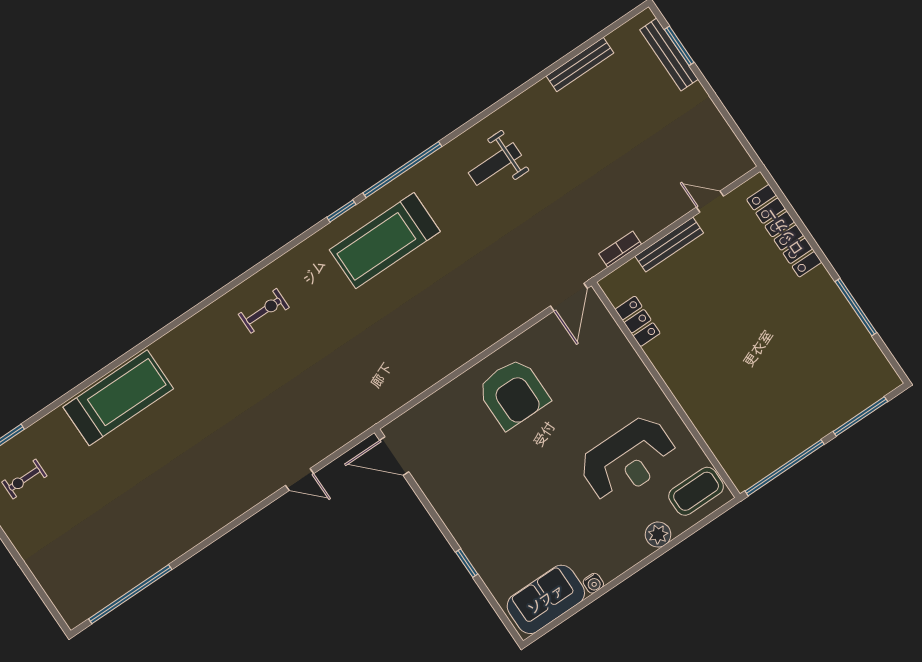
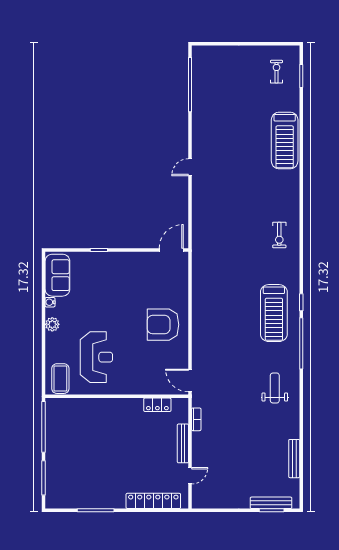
treadmill: (385, 241) -> (274, 313), turned 180
reception desk: (628, 459) -> (96, 357), turned 180
door: (300, 480) -> (190, 167), moved
plant: (658, 535) -> (52, 324), moved

